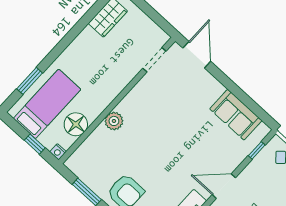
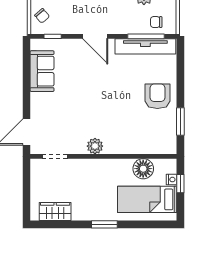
window: (30, 81) -> (104, 224), moved
plant: (114, 121) -> (95, 146), moved
nightstand: (58, 152) -> (172, 180), moved

